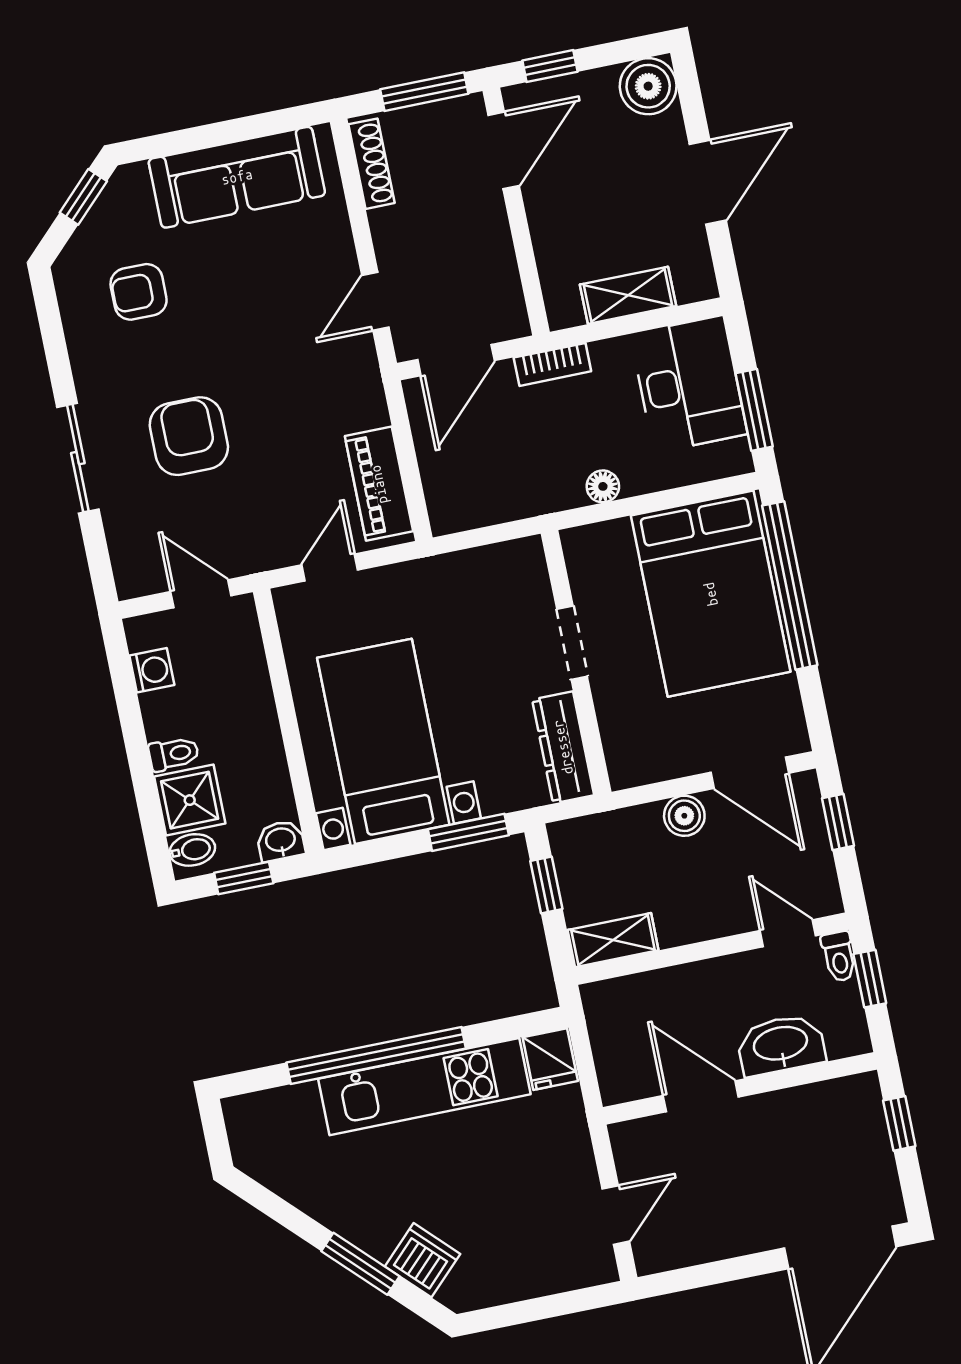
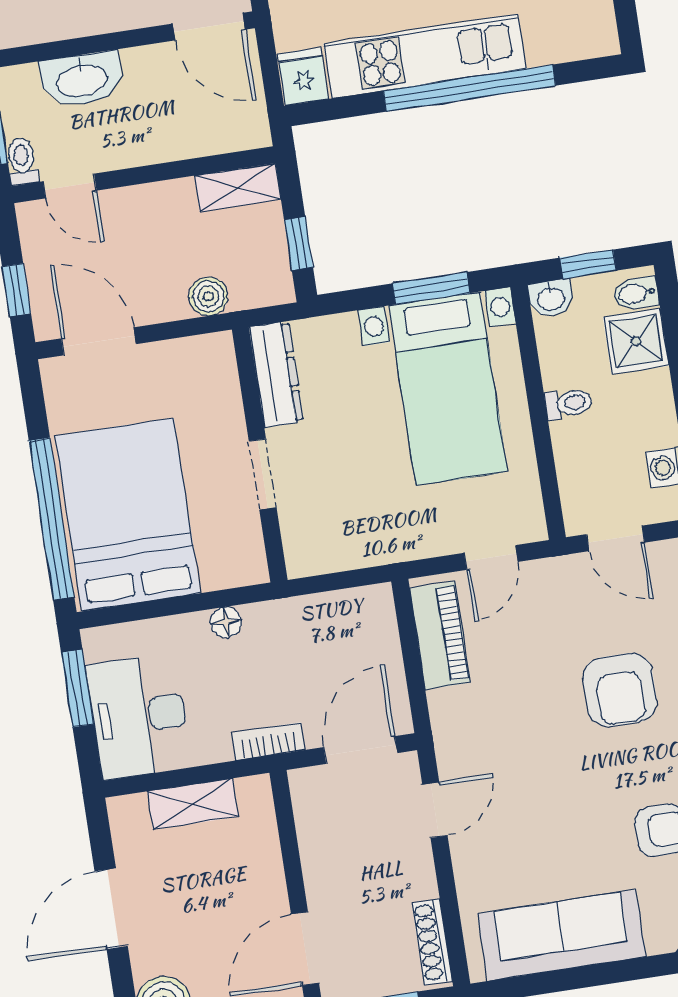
toilet: (174, 754) -> (568, 403), moved, turned 180
boiler: (684, 816) -> (208, 296), moved
window: (468, 832) -> (431, 288), moved
door: (701, 1096) -> (209, 27), moved

